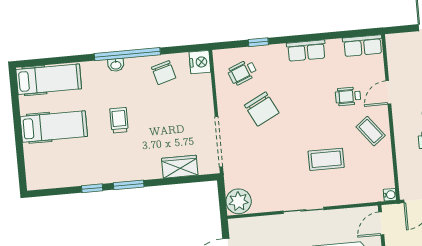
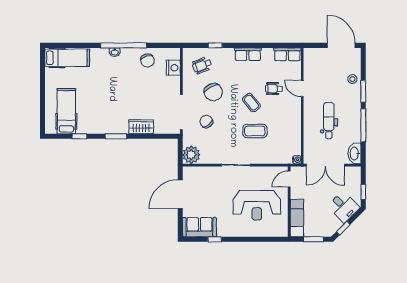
nightstand: (200, 62) -> (173, 68), moved
door: (388, 92) -> (302, 88), hinge flipped
trolley: (119, 120) -> (113, 91), removed
hospital bed: (54, 127) -> (66, 111), moved, turned -90
coffee table: (371, 131) -> (251, 103), moved
chair: (256, 152) -> (206, 121), added
wardrobe: (180, 167) -> (141, 127), moved
window: (92, 188) -> (79, 136), moved

